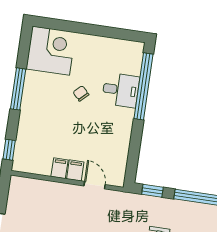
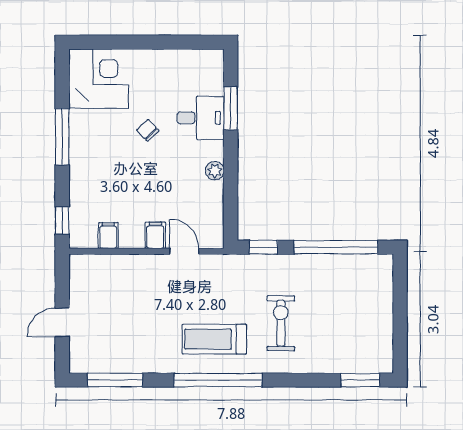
window: (144, 86) -> (231, 108), width x0.47
plant: (125, 130) -> (215, 171), added
filing cabinet: (60, 168) -> (108, 235), moved

